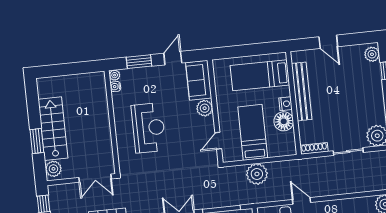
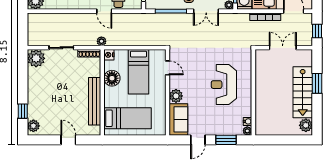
nightstand: (285, 104) -> (109, 55), moved
door: (218, 141) -> (168, 68), hinge flipped
plant: (53, 169) -> (306, 125), moved
plant: (257, 174) -> (101, 41), moved, width x0.53, depth x0.53
double door: (95, 178) -> (283, 48), moved

